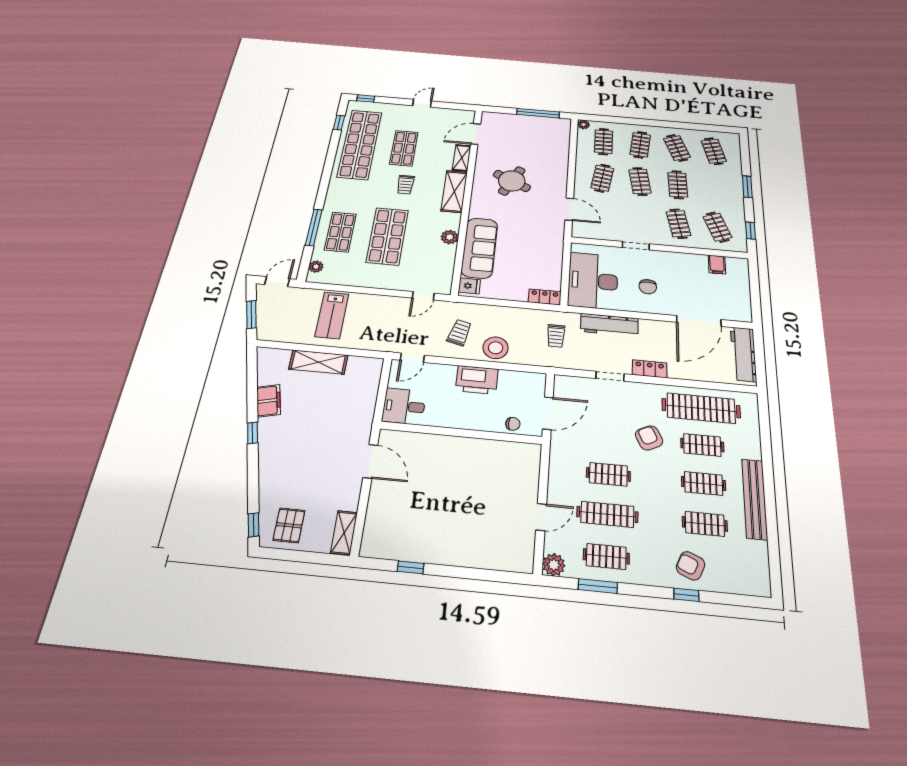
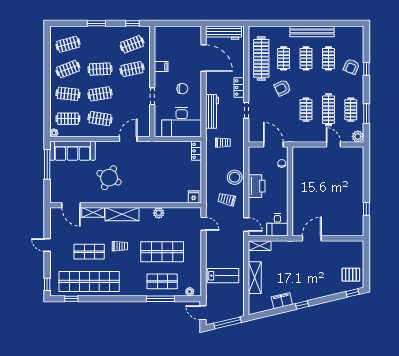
sofa: (479, 248) -> (72, 151), moved, turned 180
filing cabinet: (717, 265) -> (161, 66), moved
window: (251, 315) -> (228, 323), width x1.44
shelving: (344, 533) -> (260, 246), moved

